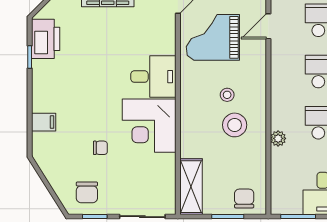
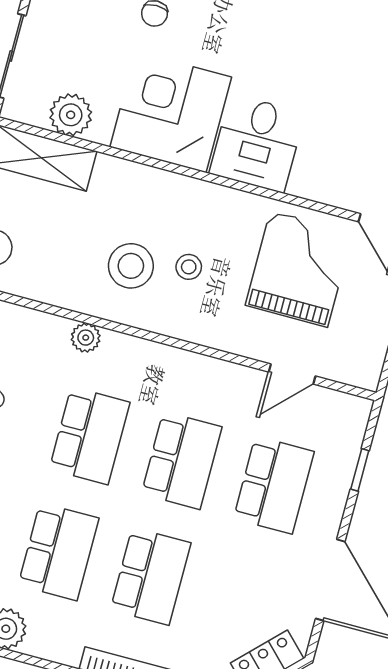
door: (268, 26) -> (292, 374), swing flipped
plant: (165, 177) -> (71, 115), added

